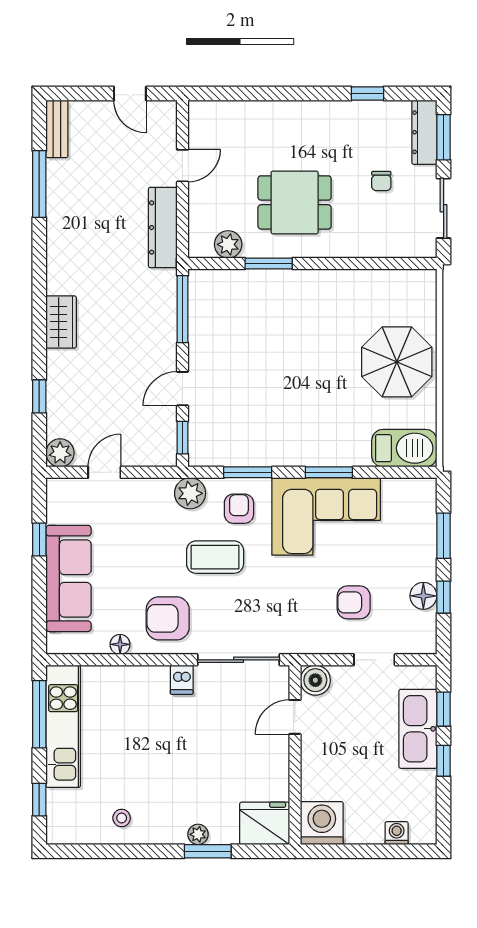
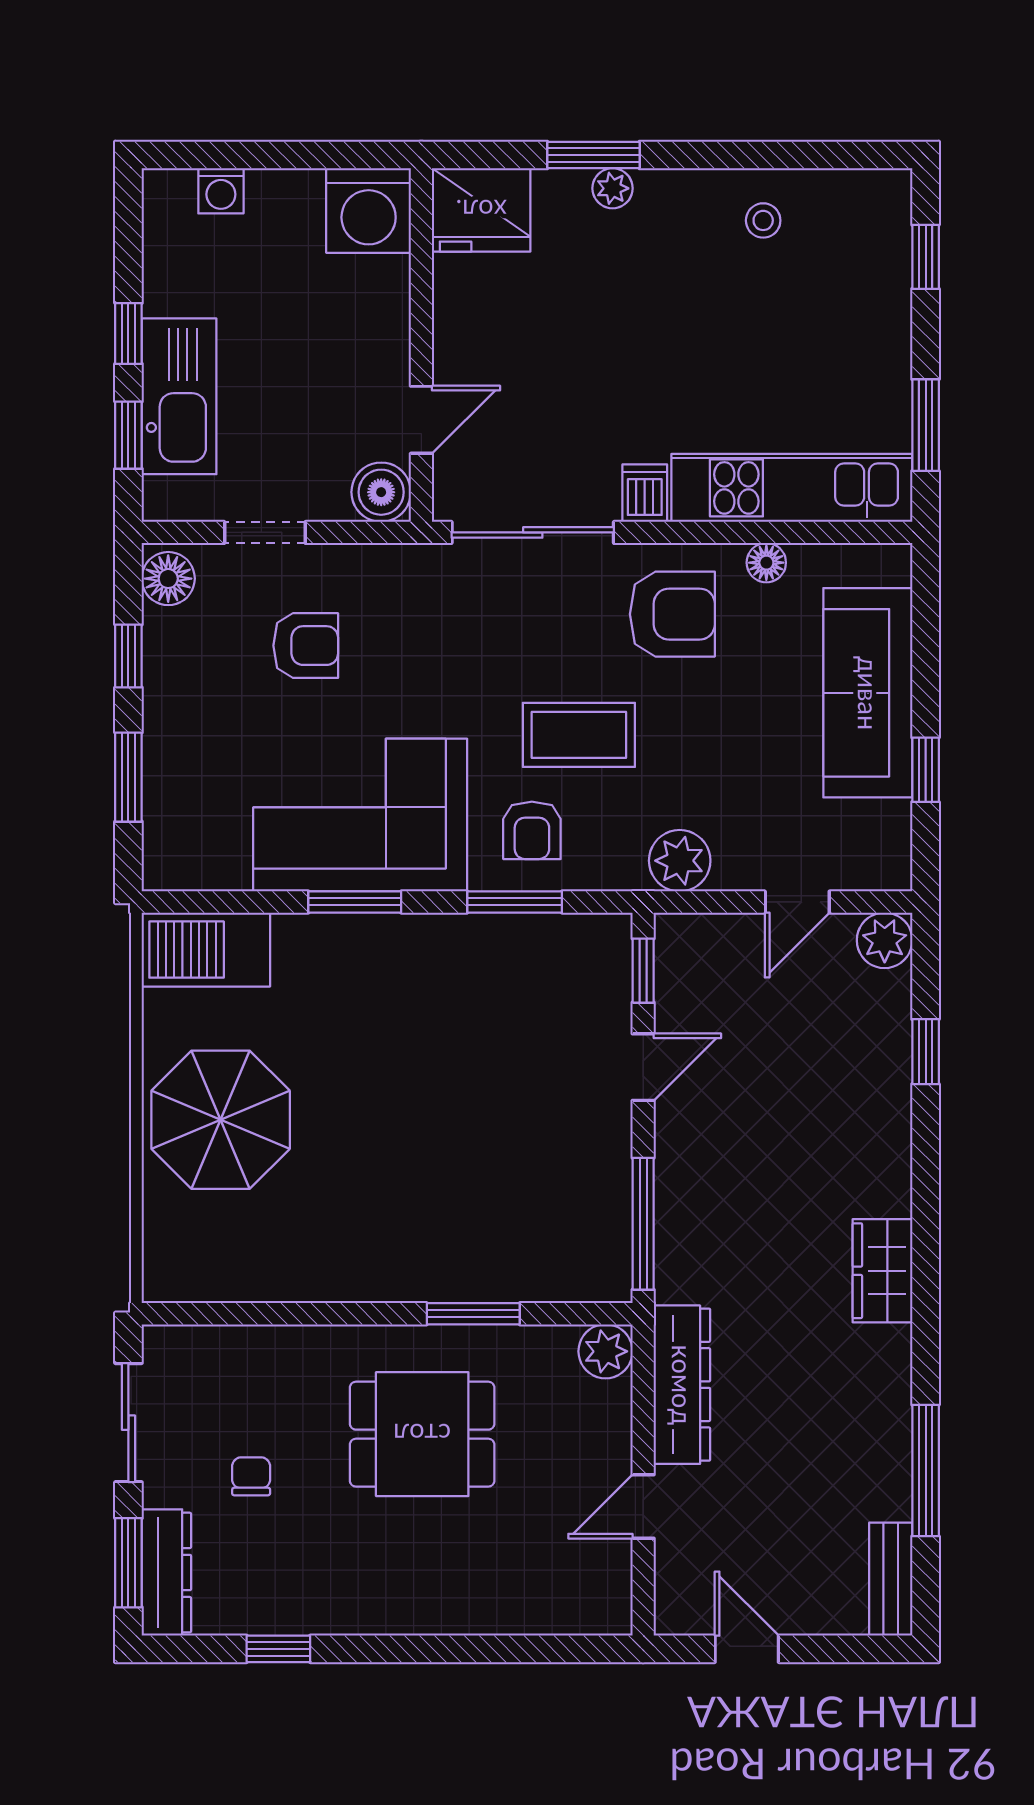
plant: (228, 244) -> (606, 1351), moved
wardrobe: (61, 322) -> (882, 1271), moved
plant: (190, 493) -> (680, 861), moved
floor lamp: (423, 596) -> (168, 579), moved
window: (39, 714) -> (926, 425), width x0.69
kitchen unit: (63, 726) -> (792, 488), moved, turned 90

